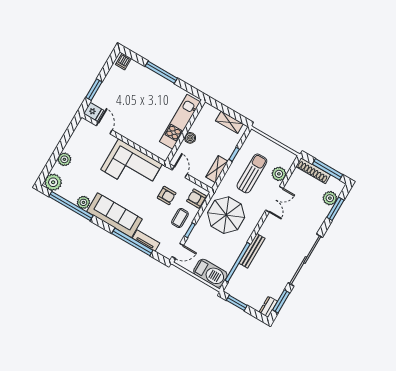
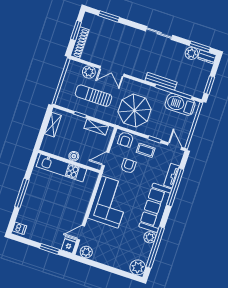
plant: (64, 159) -> (86, 252), moved
window: (328, 169) -> (76, 30), width x0.69
plant: (330, 198) -> (192, 53), moved
double door: (274, 199) -> (112, 71), swing flipped
sliding door: (305, 260) -> (159, 33), width x0.54
barbecue: (210, 273) -> (180, 104), moved, turned -90

